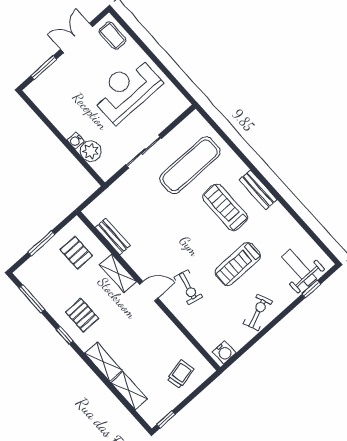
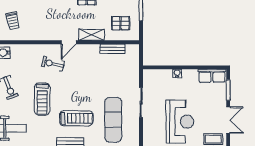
row of seats: (44, 100) -> (212, 76), added
plant: (91, 151) -> (165, 76), removed
treadmill: (238, 264) -> (42, 99), turned 180

